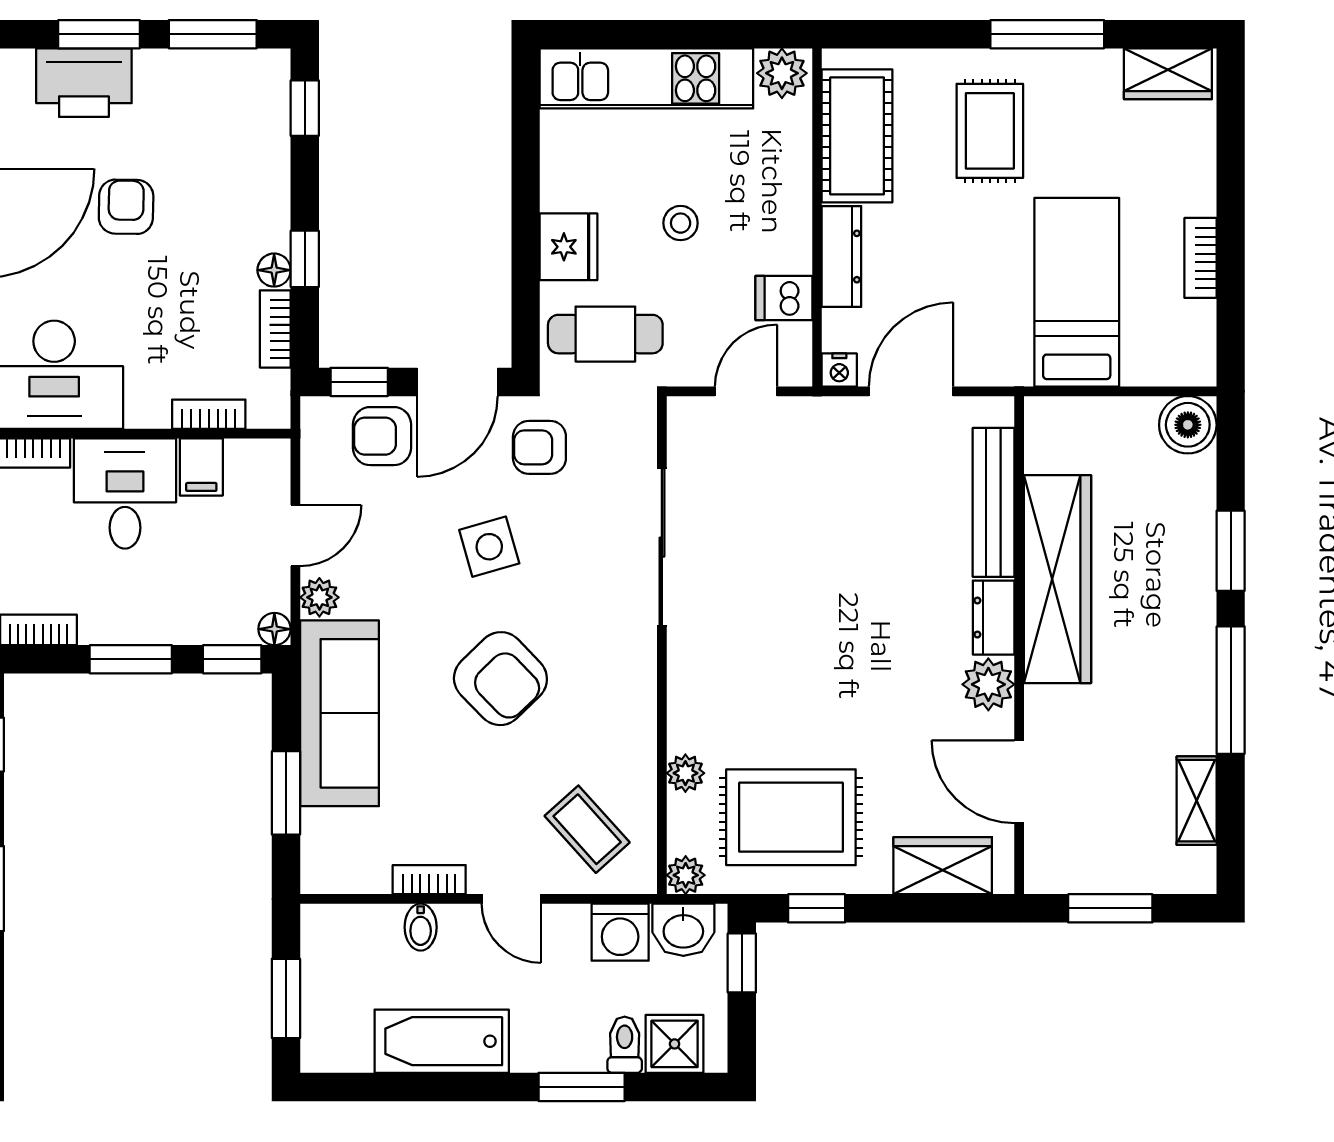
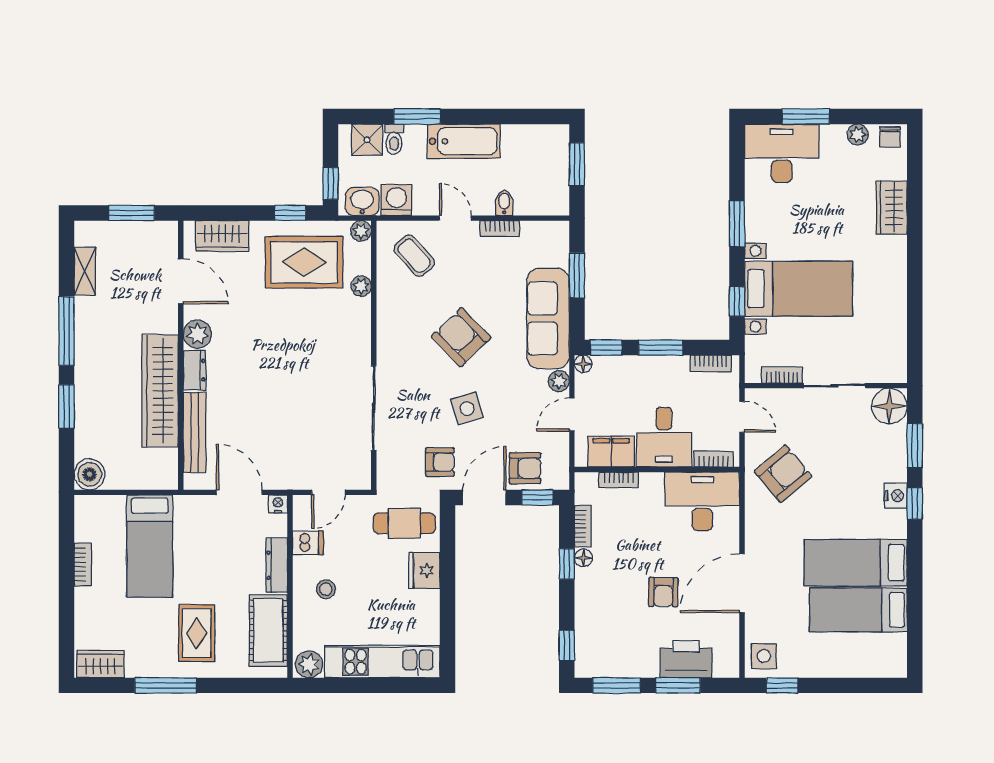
stool: (681, 223) -> (326, 589), moved
door: (911, 391) -> (239, 492), swing flipped
filing cabinet: (201, 467) -> (611, 452), width x2.00
bathtub: (442, 1041) -> (464, 141), moved

